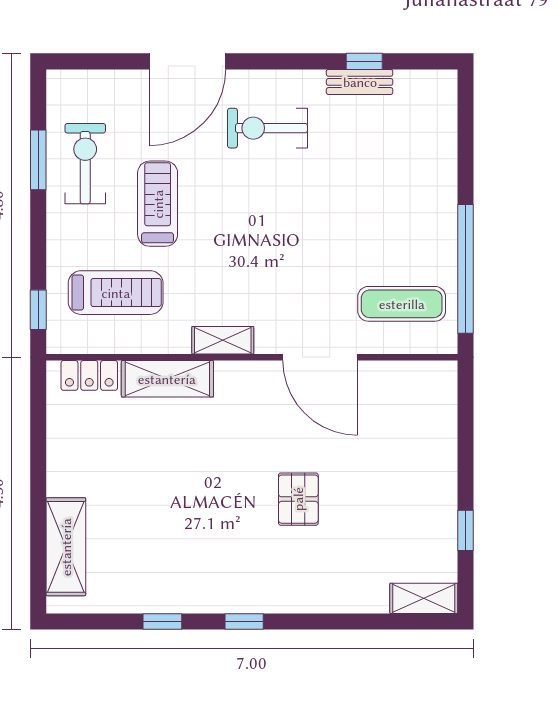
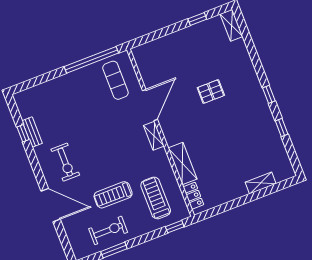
exercise bike: (85, 164) -> (108, 230), turned 180
shelving: (223, 340) -> (154, 136), moved
shelving: (66, 547) -> (261, 183), width x0.67, depth x0.75

